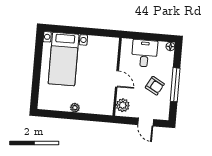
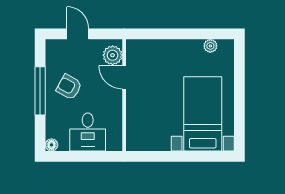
door: (117, 79) -> (124, 77), moved
plant: (75, 108) -> (210, 46), moved

